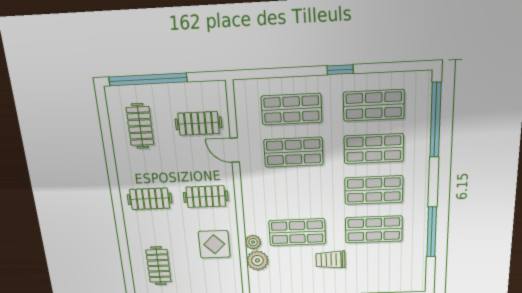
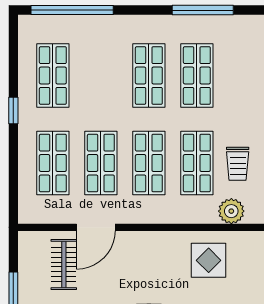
shop shelf: (374, 149) -> (149, 163), moved
door: (235, 150) -> (96, 227), width x1.38
clothes rail: (206, 197) -> (149, 265), removed
plant: (253, 242) -> (207, 215), removed
trolley: (331, 260) -> (238, 164), moved

